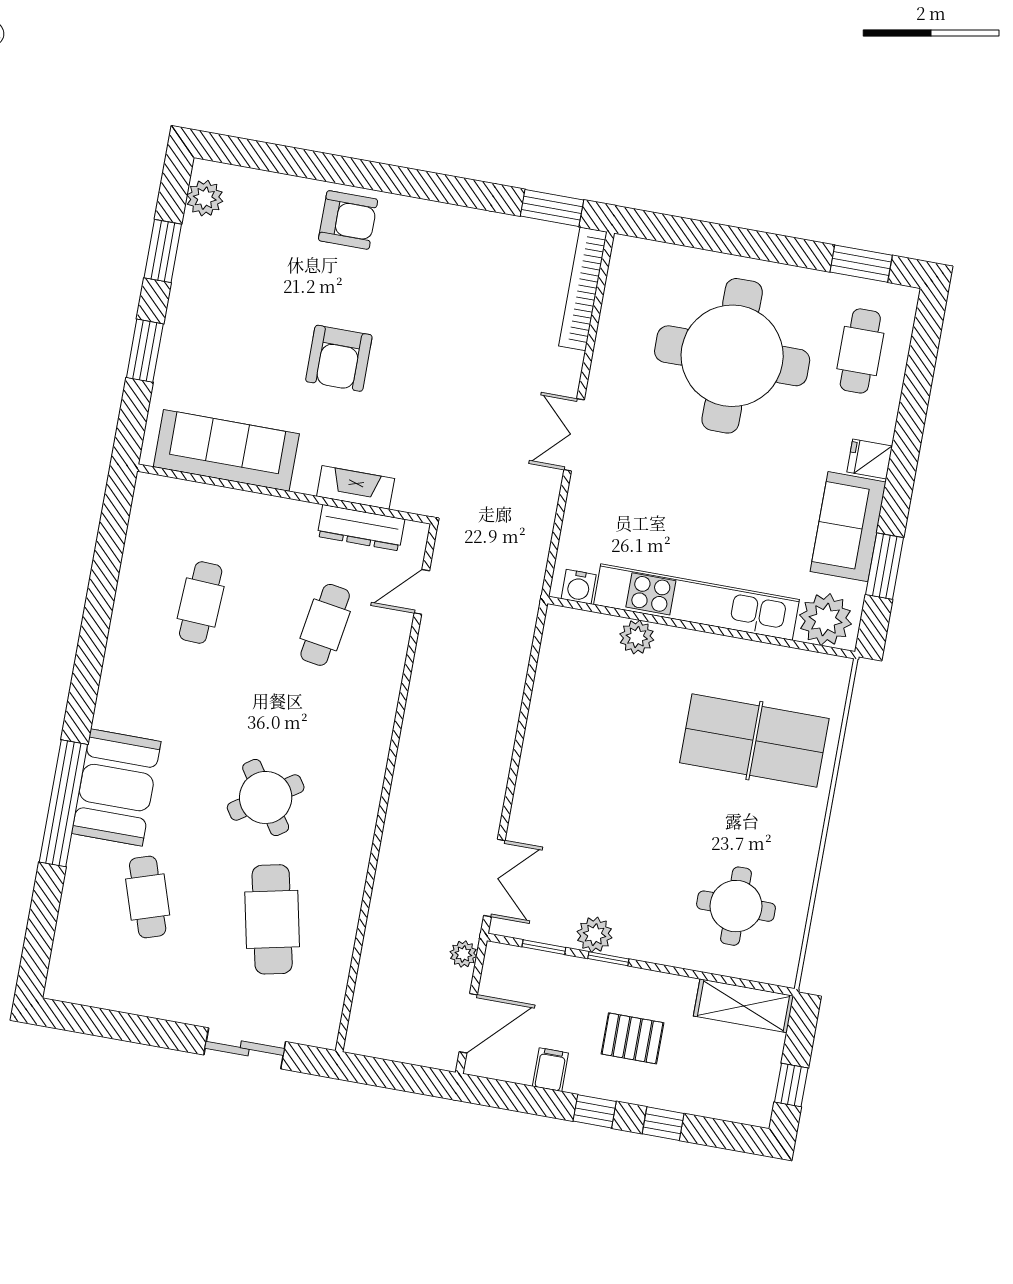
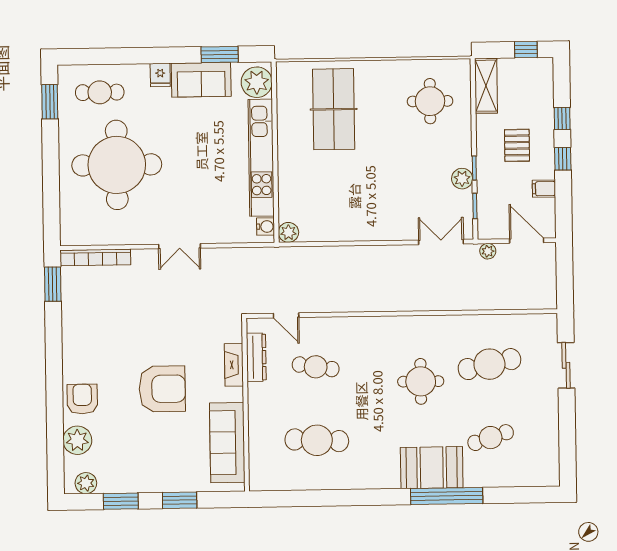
plant: (280, 198) -> (77, 440), added
armchair: (339, 358) -> (162, 389), width x1.36, depth x1.36
cafe table: (201, 602) -> (317, 440), width x1.37, depth x1.35
plant: (637, 637) -> (288, 232), moved
round table: (266, 797) -> (421, 381), turned 34

